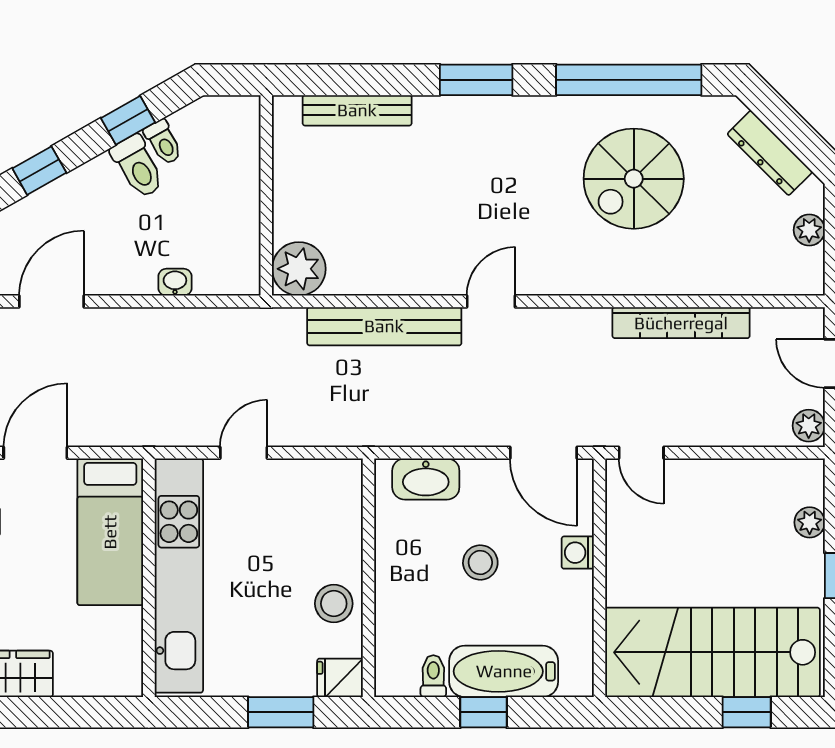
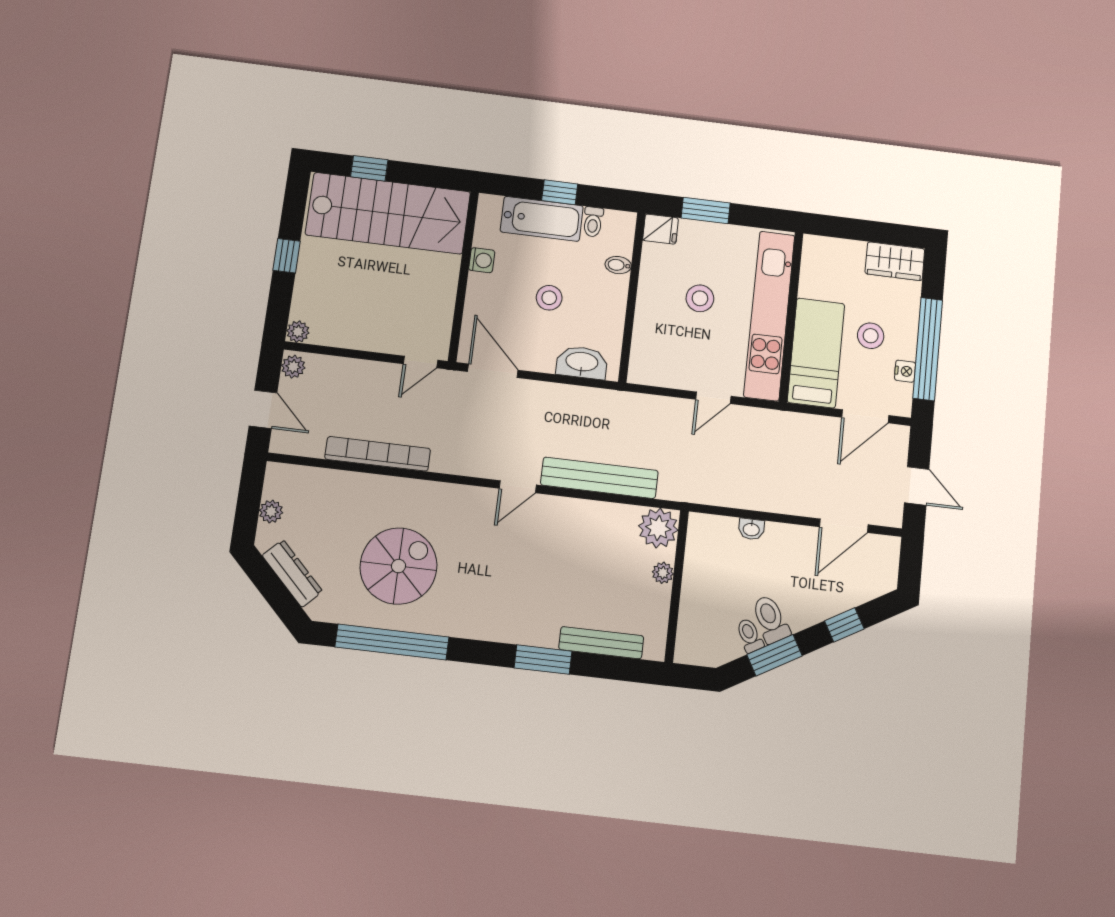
window: (476, 80) -> (543, 660), moved
window: (128, 120) -> (775, 655), width x1.50
plant: (286, 211) -> (663, 573), added
door: (641, 453) -> (421, 362), swing flipped
plant: (810, 522) -> (298, 332), moved
washing machine: (578, 553) -> (482, 260), moved
stool: (38, 565) -> (871, 336), added
stool: (334, 604) -> (700, 298), moved
bidet: (392, 620) -> (618, 265), added

